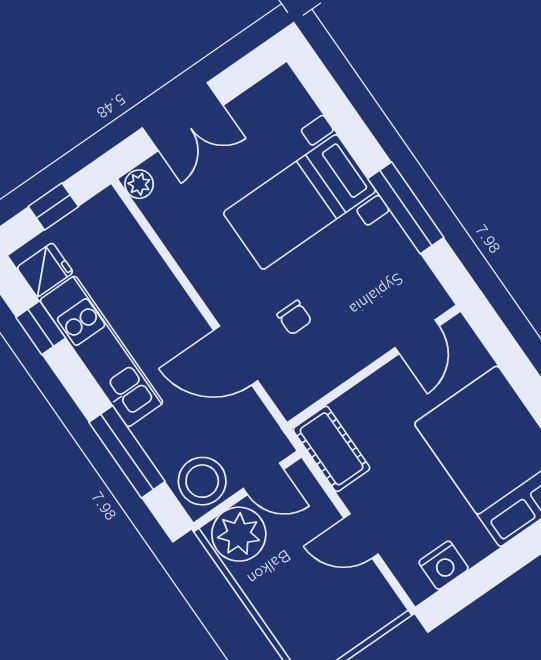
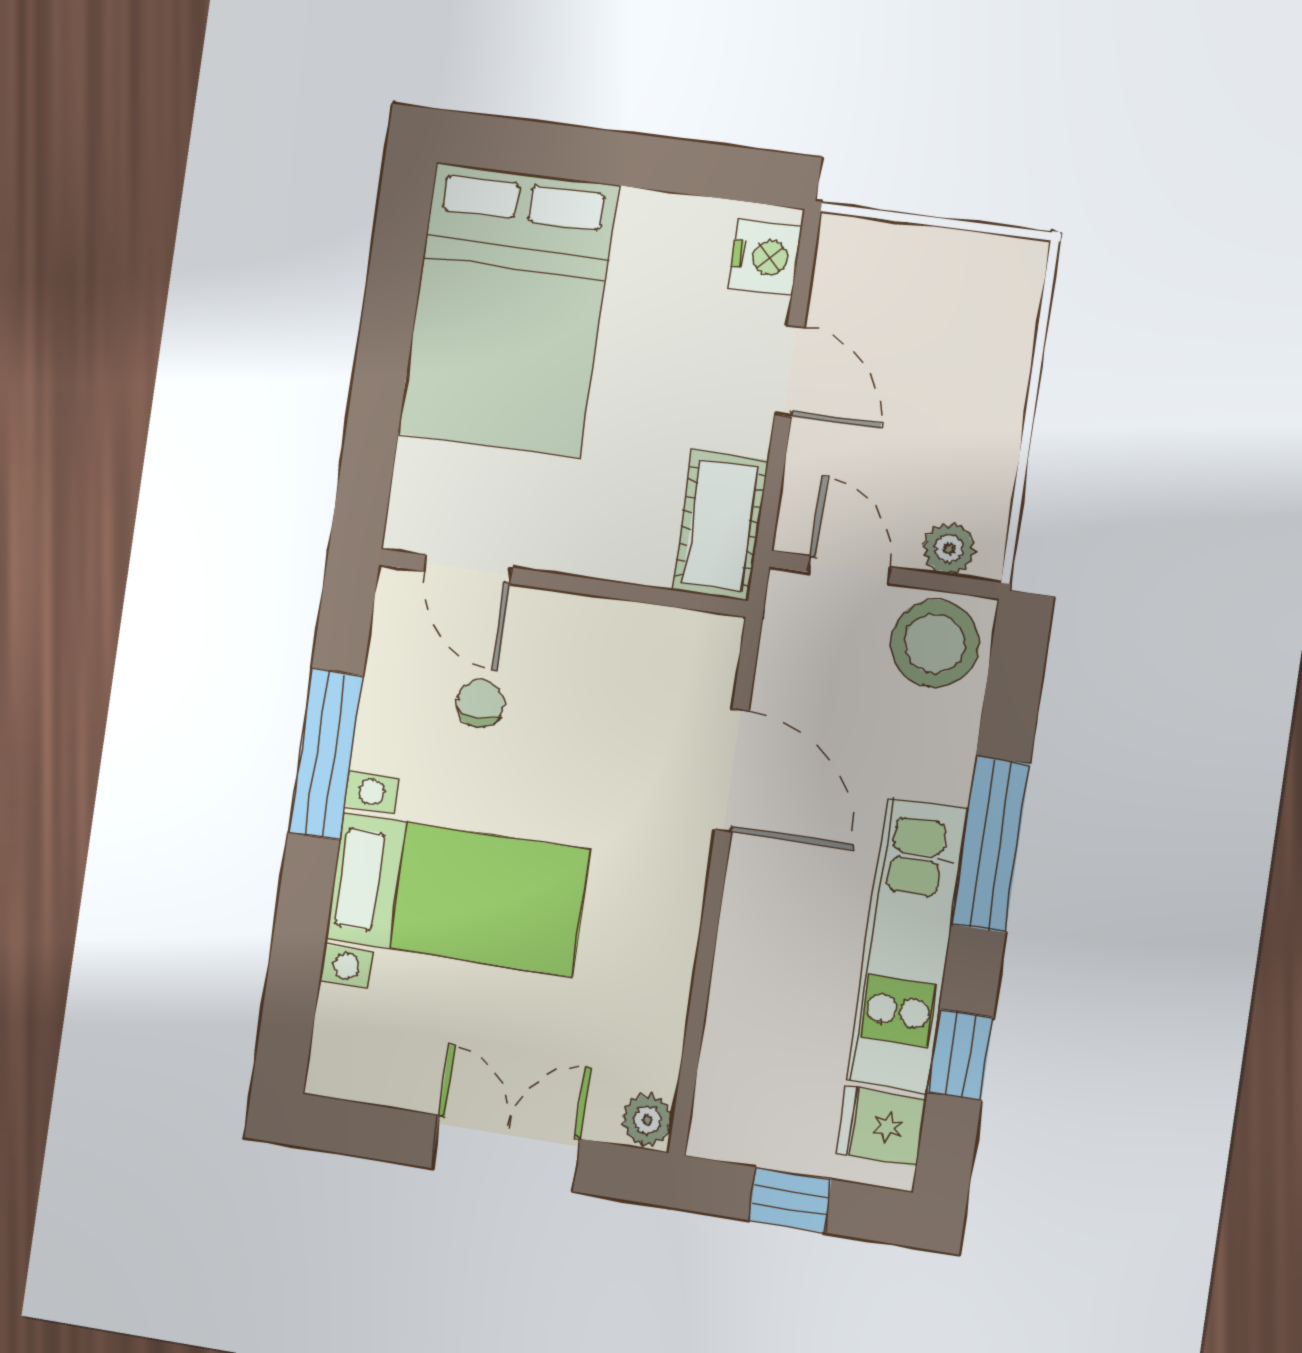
chair: (294, 318) -> (480, 703), moved
door: (417, 337) -> (468, 569), swing flipped
window: (127, 452) -> (991, 844), moved
plant: (239, 534) -> (949, 549), width x0.53, depth x0.53
nightstand: (444, 565) -> (765, 257), moved, turned 90

